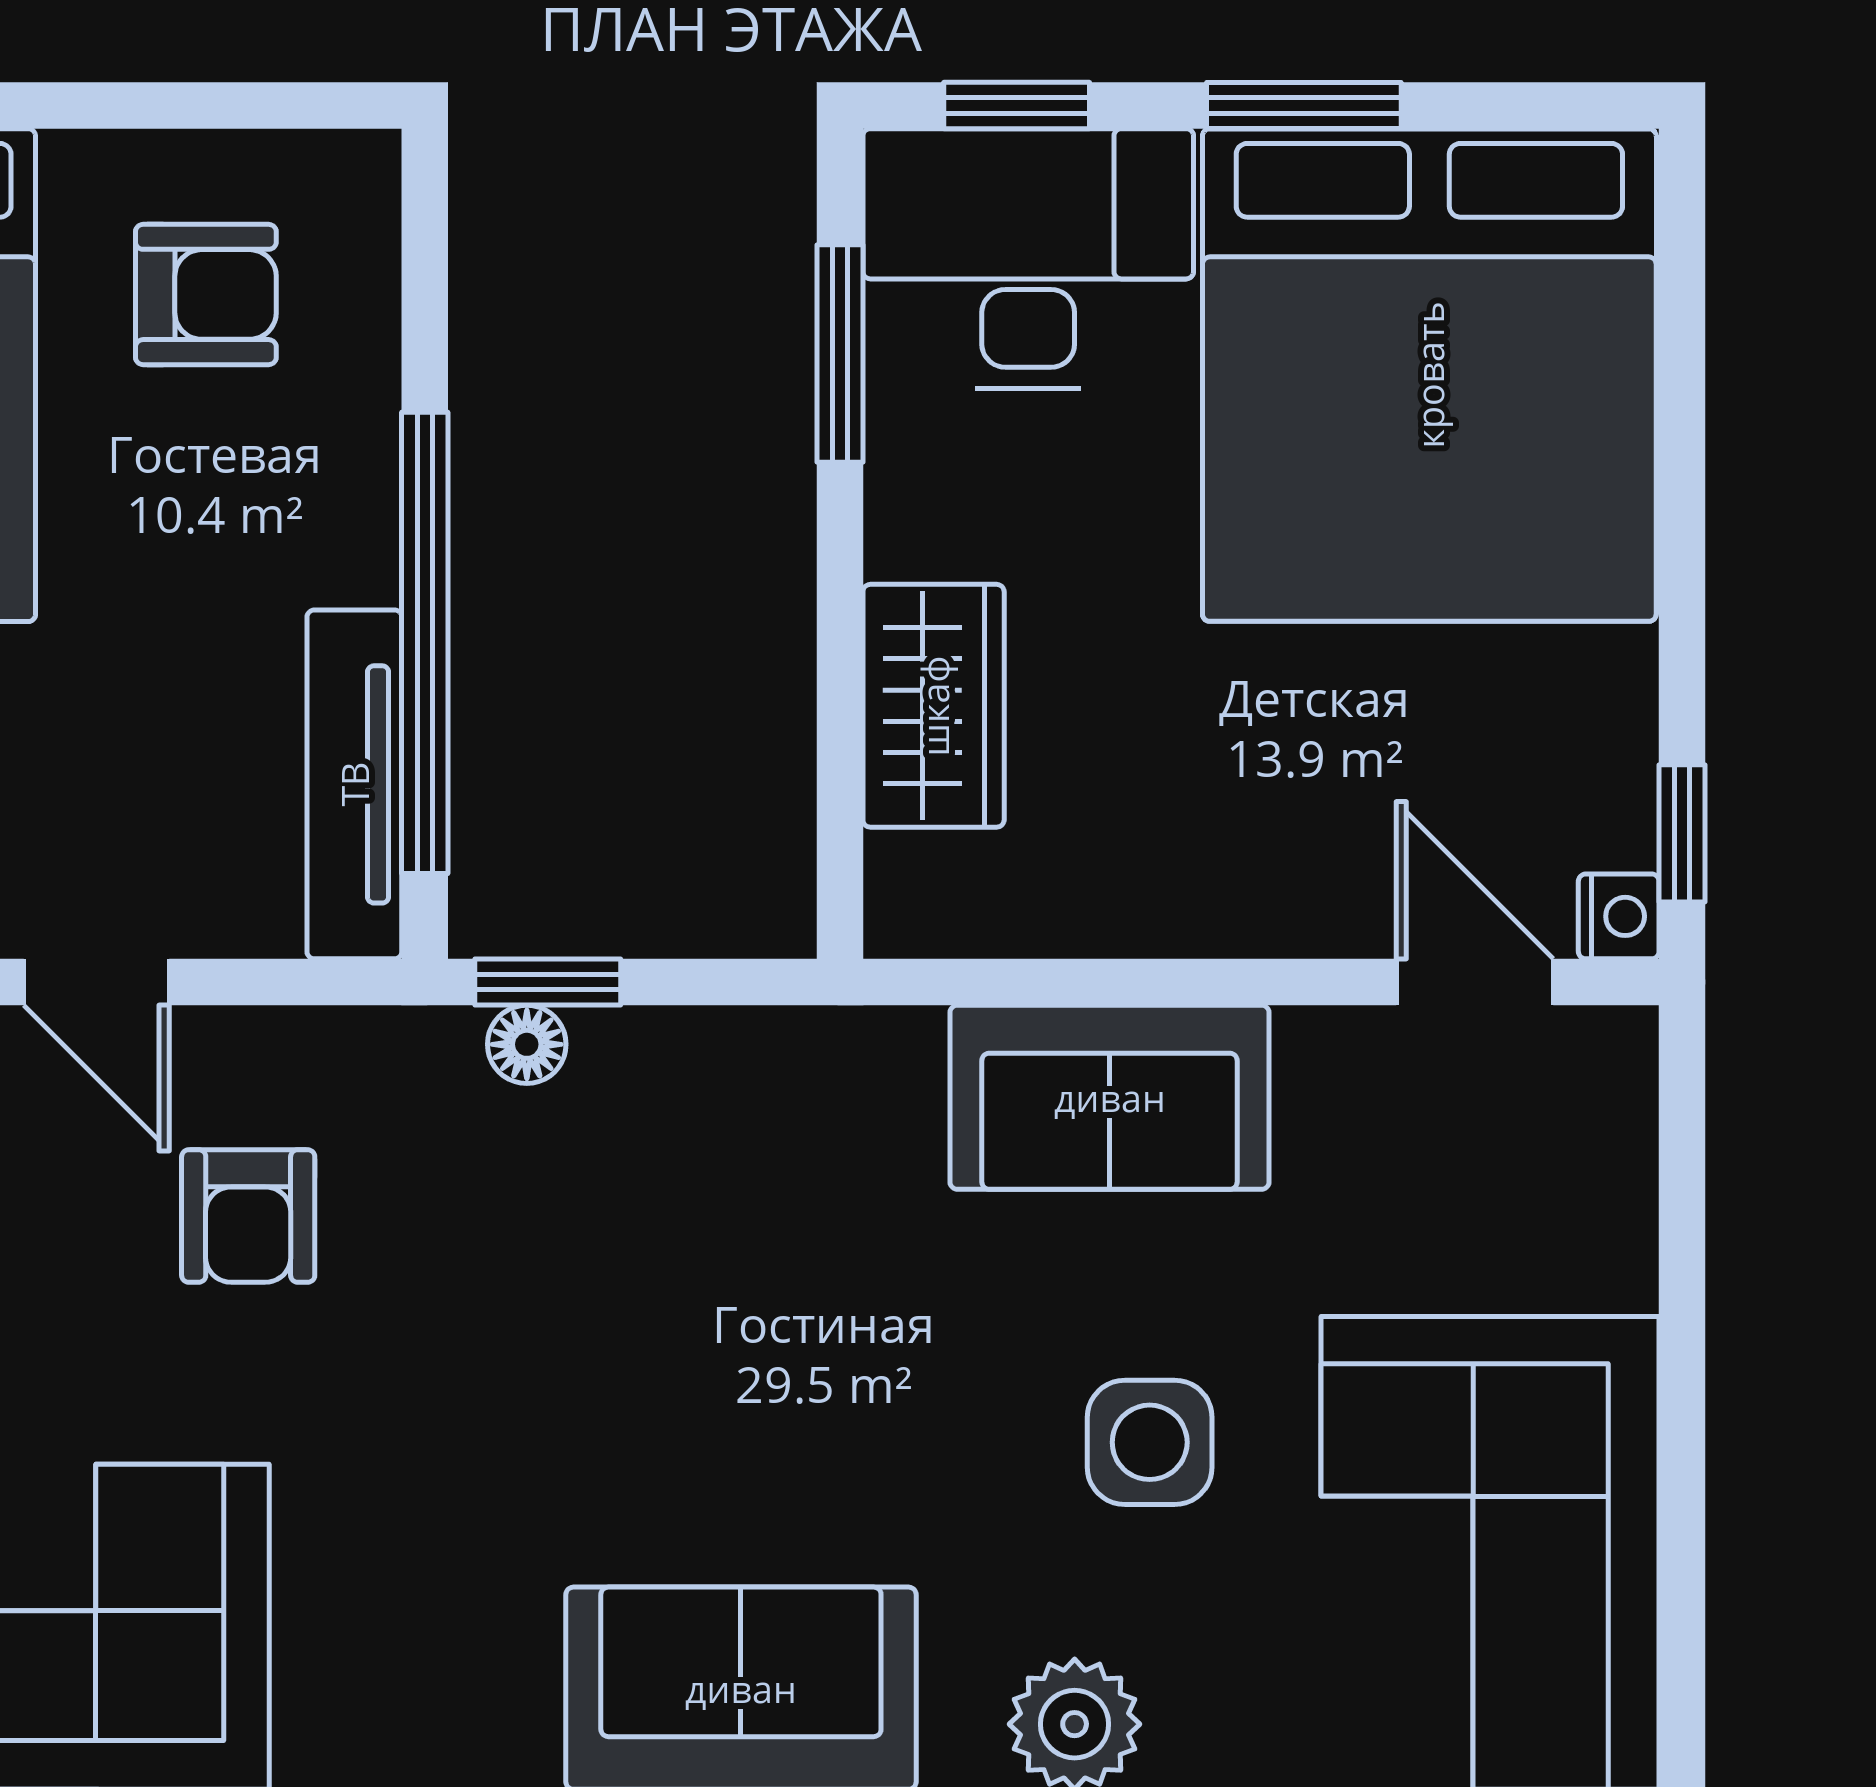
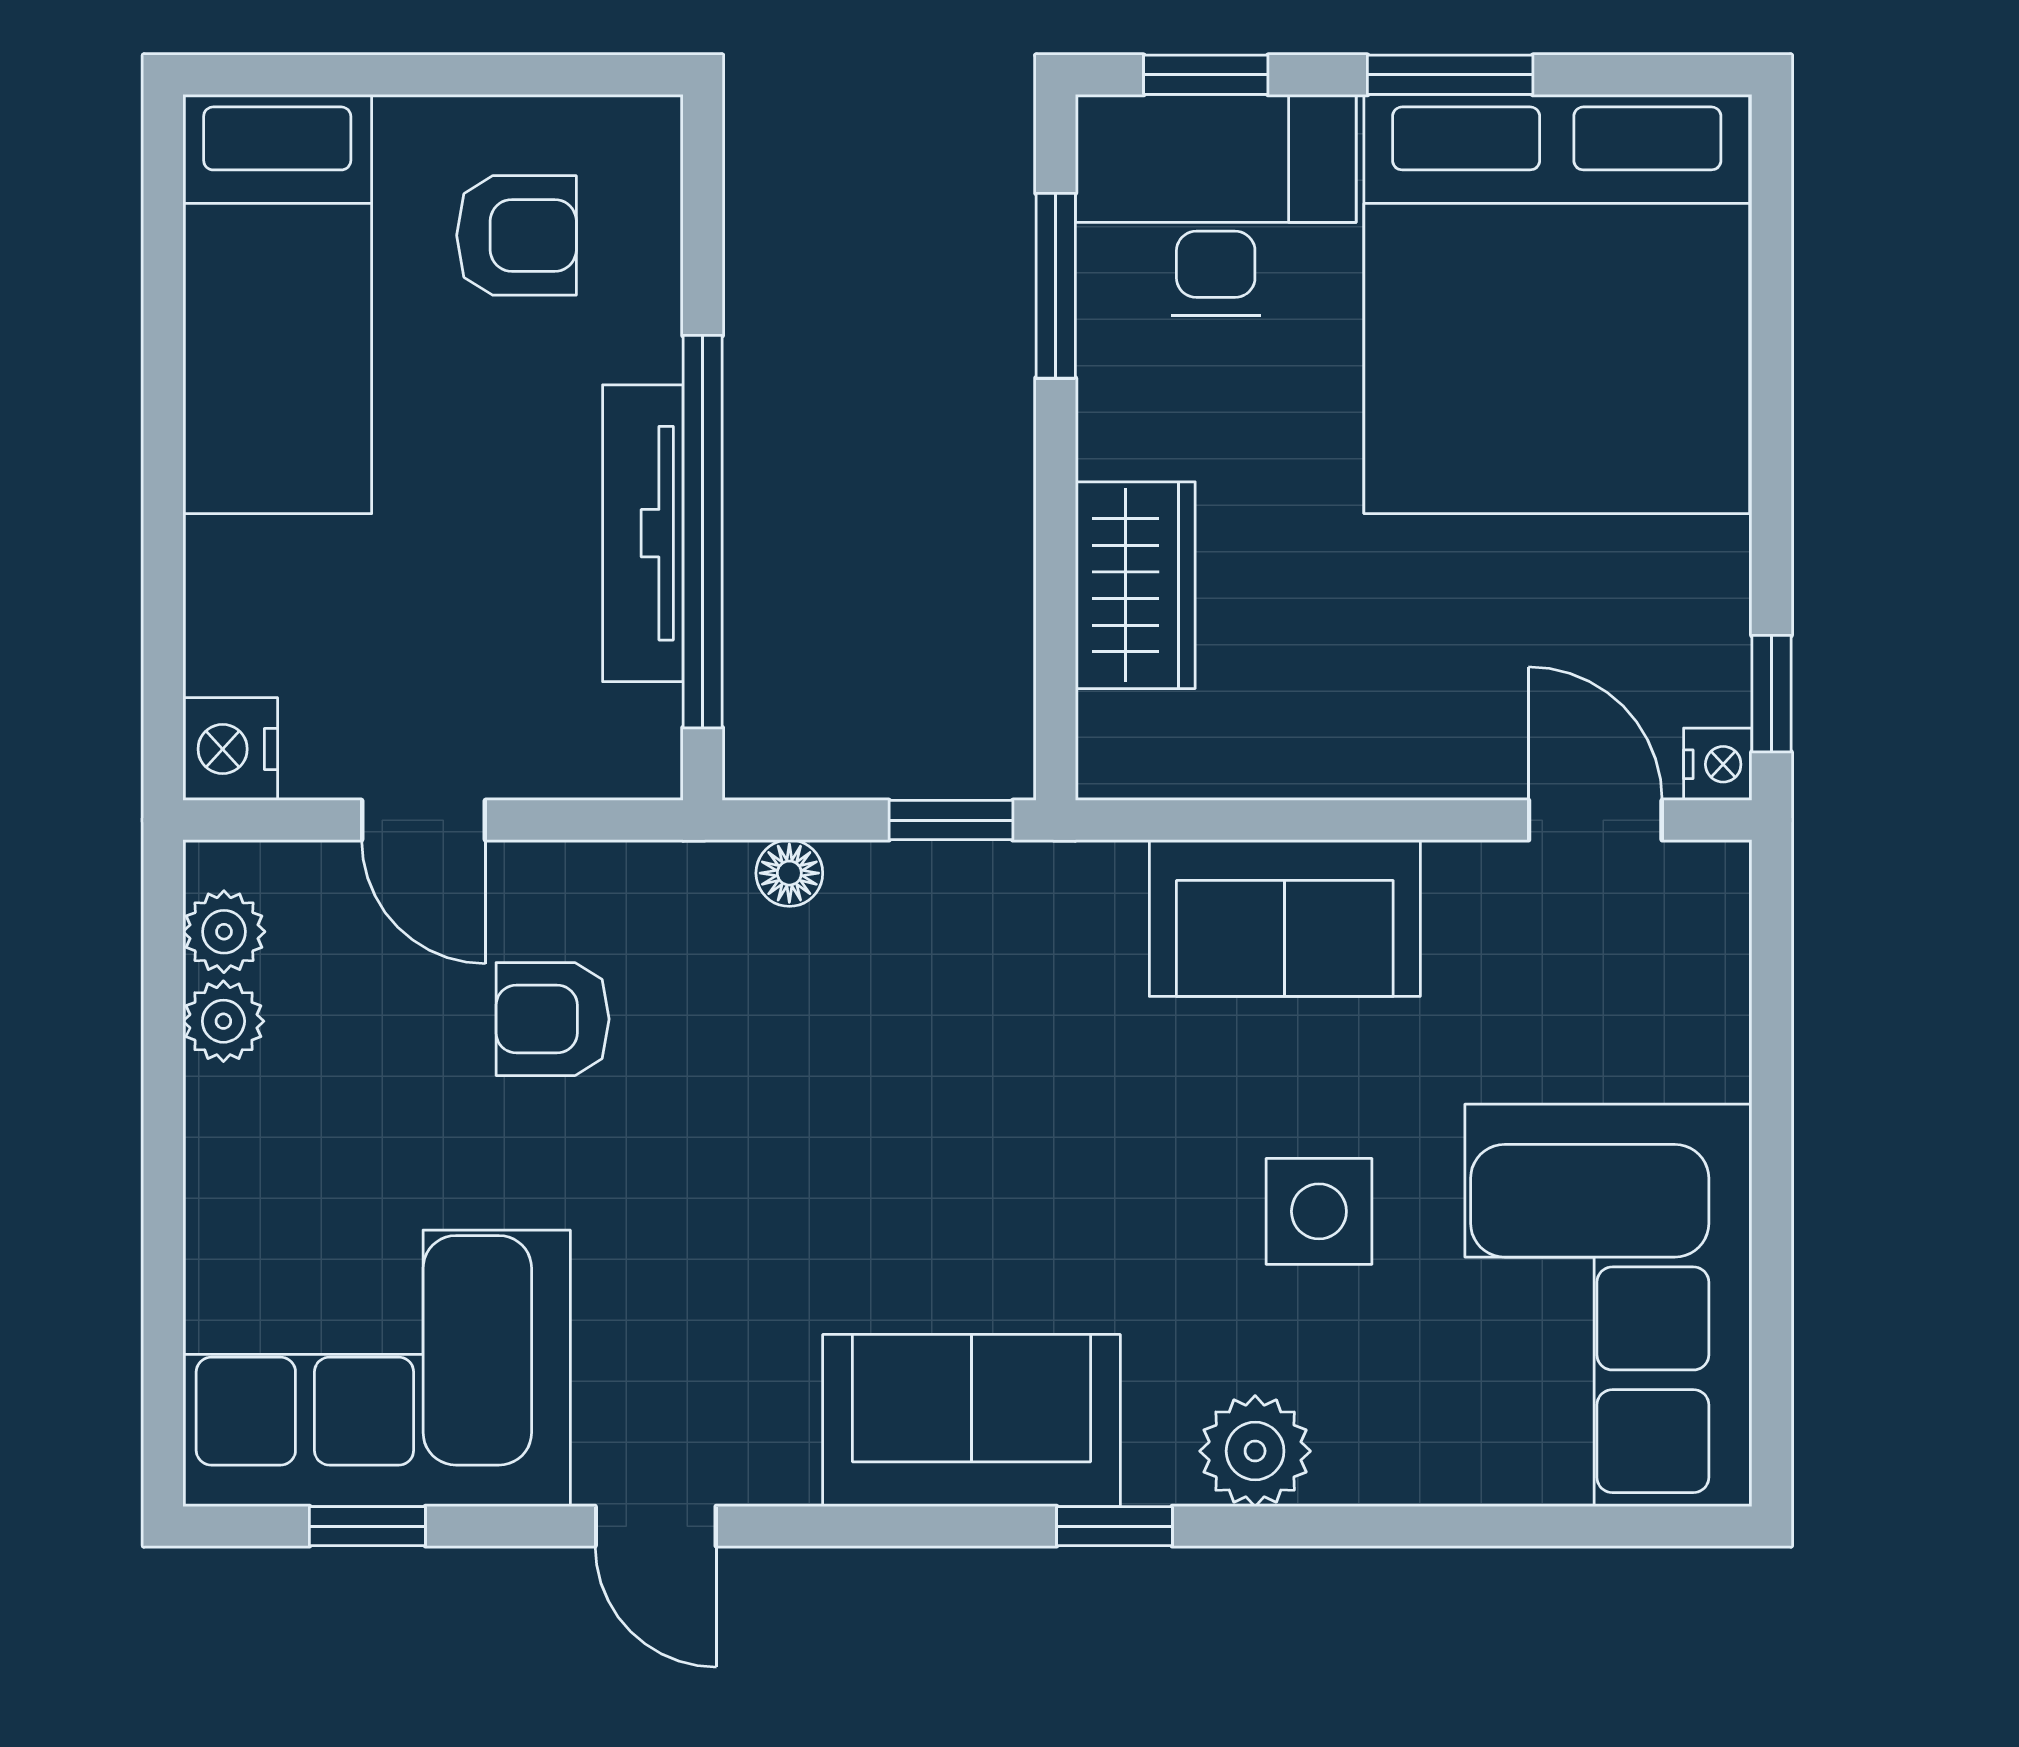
tv unit: (354, 784) -> (643, 533), moved
window: (548, 982) -> (951, 820), moved
armchair: (248, 1216) -> (553, 1019), turned 90

